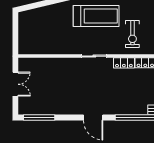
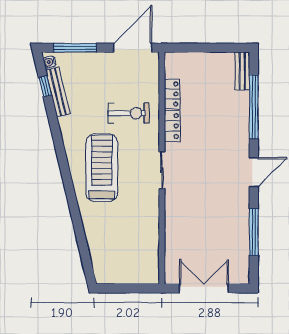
double door: (15, 84) -> (204, 288), width x1.37
window: (39, 117) -> (254, 232), moved

